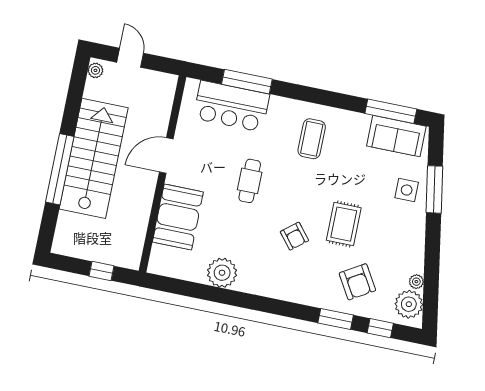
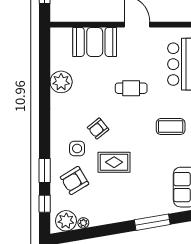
side table: (407, 190) -> (77, 148), moved

